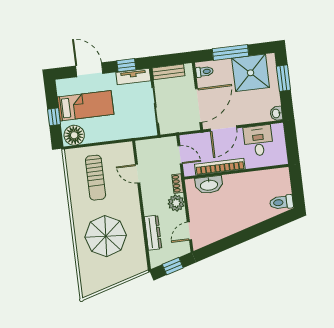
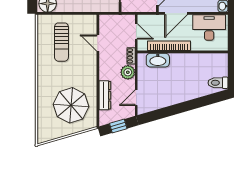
desk: (258, 141) -> (209, 28), width x1.37
parasol: (106, 236) -> (71, 105), moved

